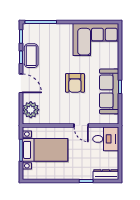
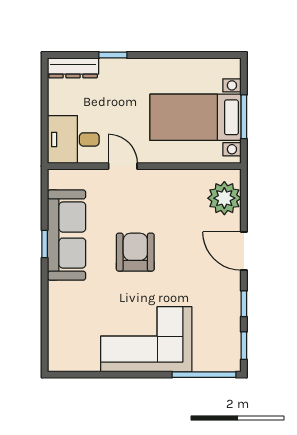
corner sofa: (96, 40) -> (146, 339), moved
coffee table: (31, 56) -> (223, 307), removed

